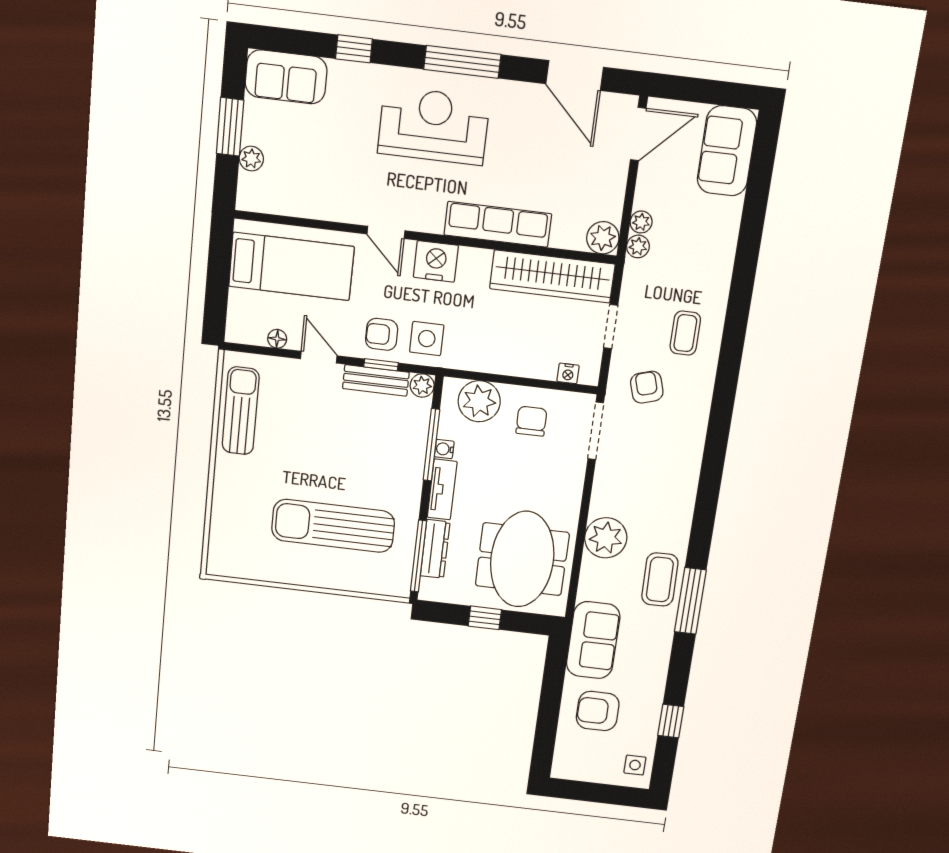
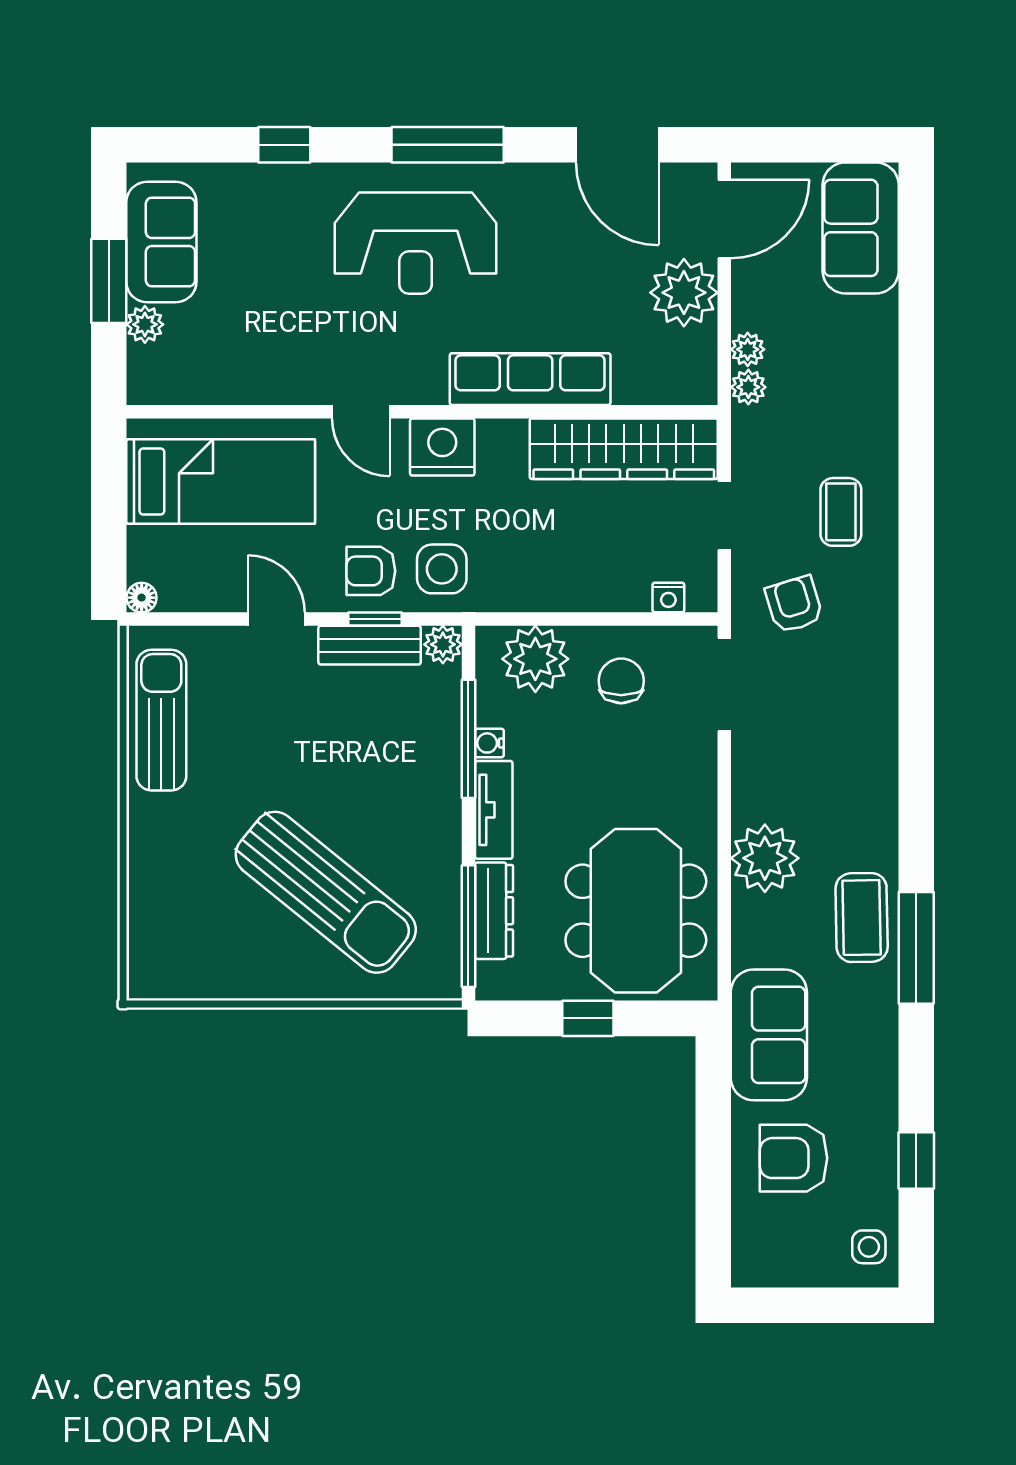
sofa: (286, 77) -> (161, 242), moved, turned -90
reception desk: (434, 126) -> (416, 243), turned 180
plant: (603, 238) -> (684, 293), moved, width x1.36, depth x1.36
floor lamp: (277, 339) -> (142, 598), moved
sun lounger: (333, 526) -> (326, 892), turned -141

